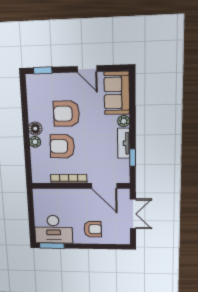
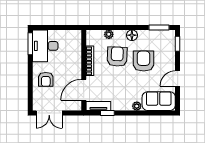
window: (24, 95) -> (159, 27), added
plant: (35, 142) -> (109, 34), moved
tv unit: (124, 143) -> (98, 106), moved
double door: (133, 214) -> (49, 113), moved

